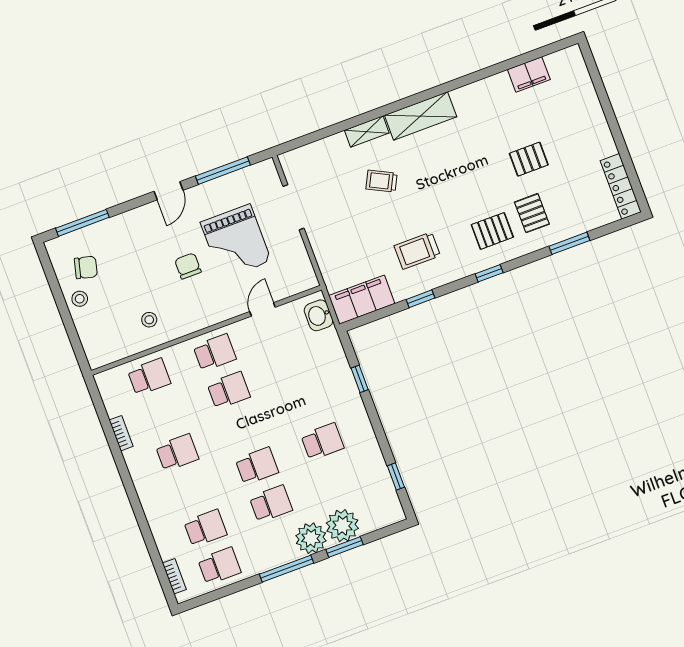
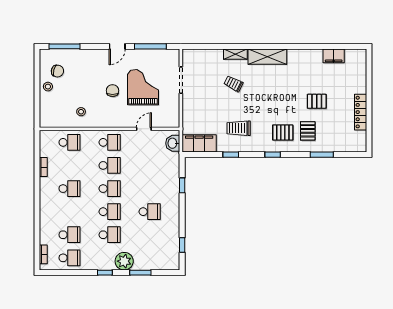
locker: (621, 186) -> (361, 112), moved
grand piano: (236, 242) -> (143, 87), turned 180
school desk: (243, 428) -> (110, 189), added
plant: (342, 526) -> (144, 261), removed
window: (286, 569) -> (105, 273), width x0.46

